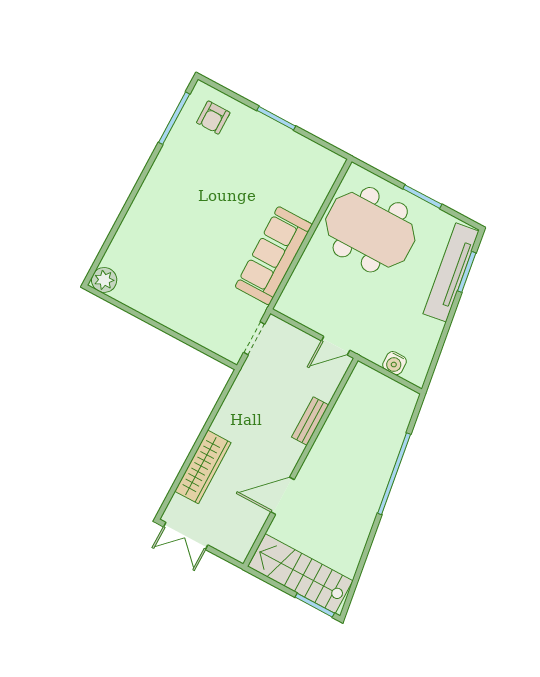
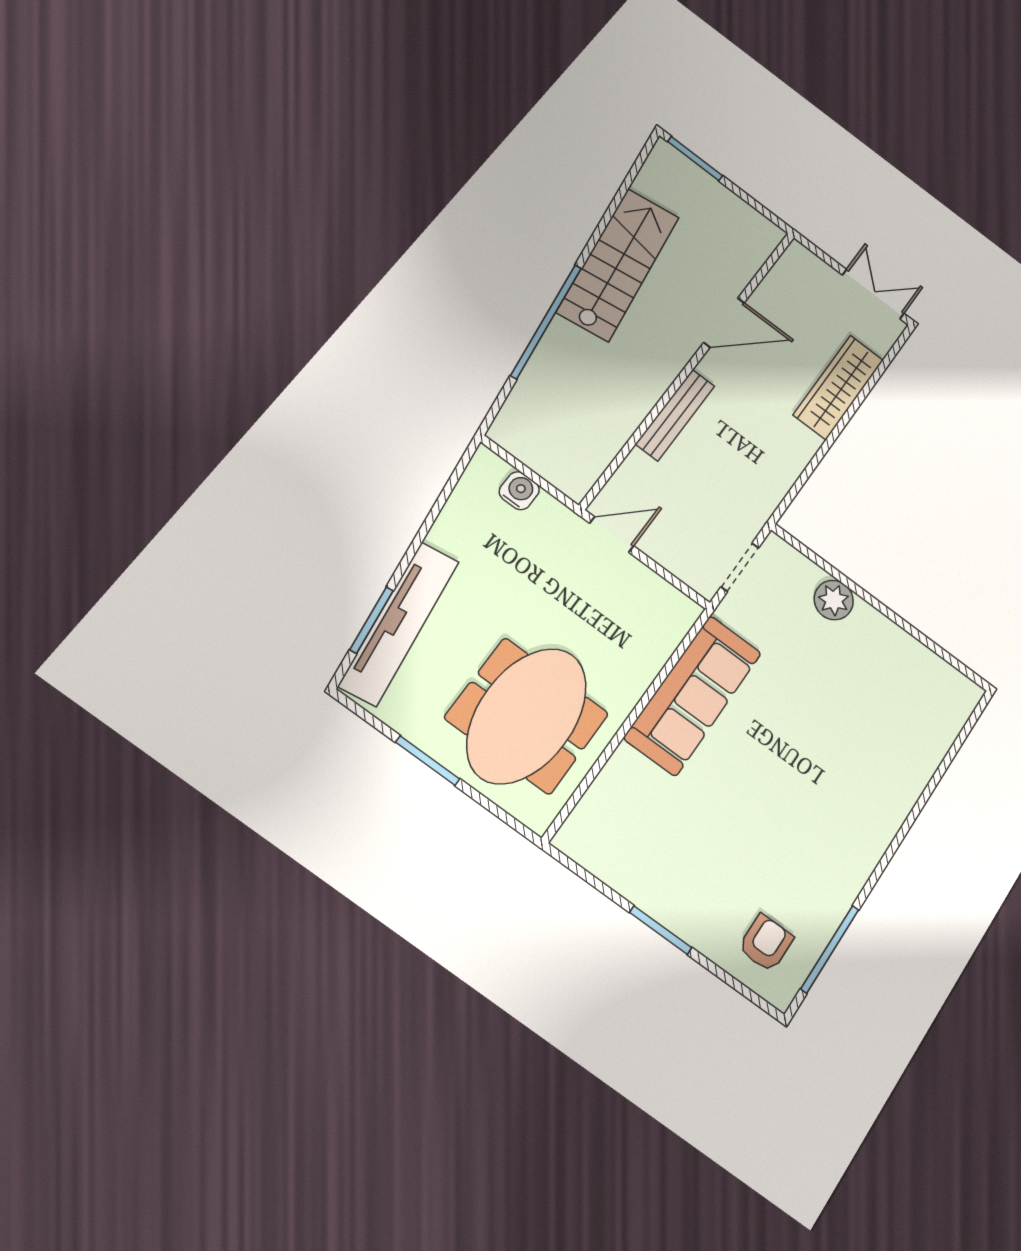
meeting table: (370, 230) -> (527, 716), turned 90
plant: (104, 280) -> (834, 600), moved
bench: (310, 421) -> (675, 415), width x1.36
stairs: (300, 574) -> (618, 264), moved, turned -98

